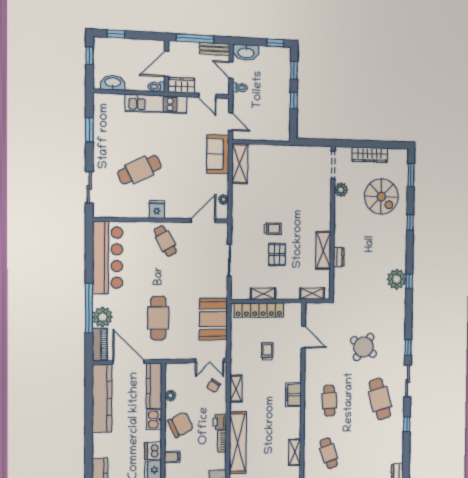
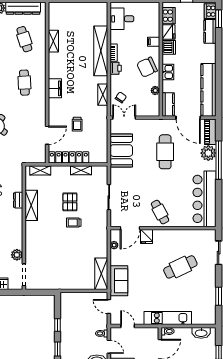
wardrobe: (182, 85) -> (148, 333), removed
fridge: (157, 209) -> (146, 237), moved
locker: (259, 310) -> (69, 157), moved
door: (303, 337) -> (47, 135), swing flipped
kitchen counter: (154, 386) -> (168, 104), width x0.67

